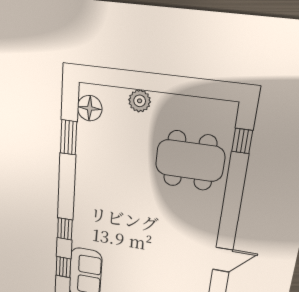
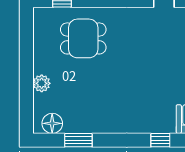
dining table: (190, 161) -> (83, 38), width x0.73

